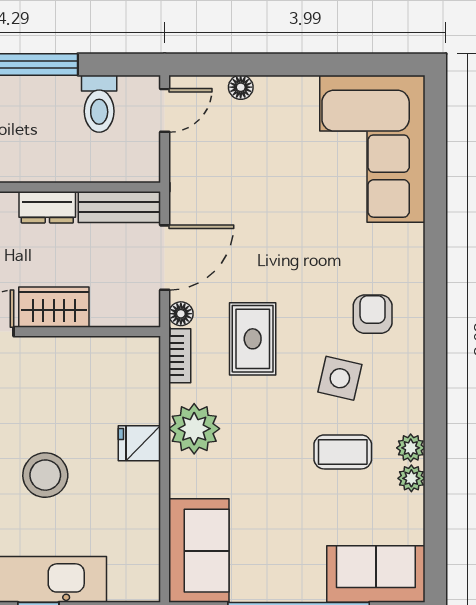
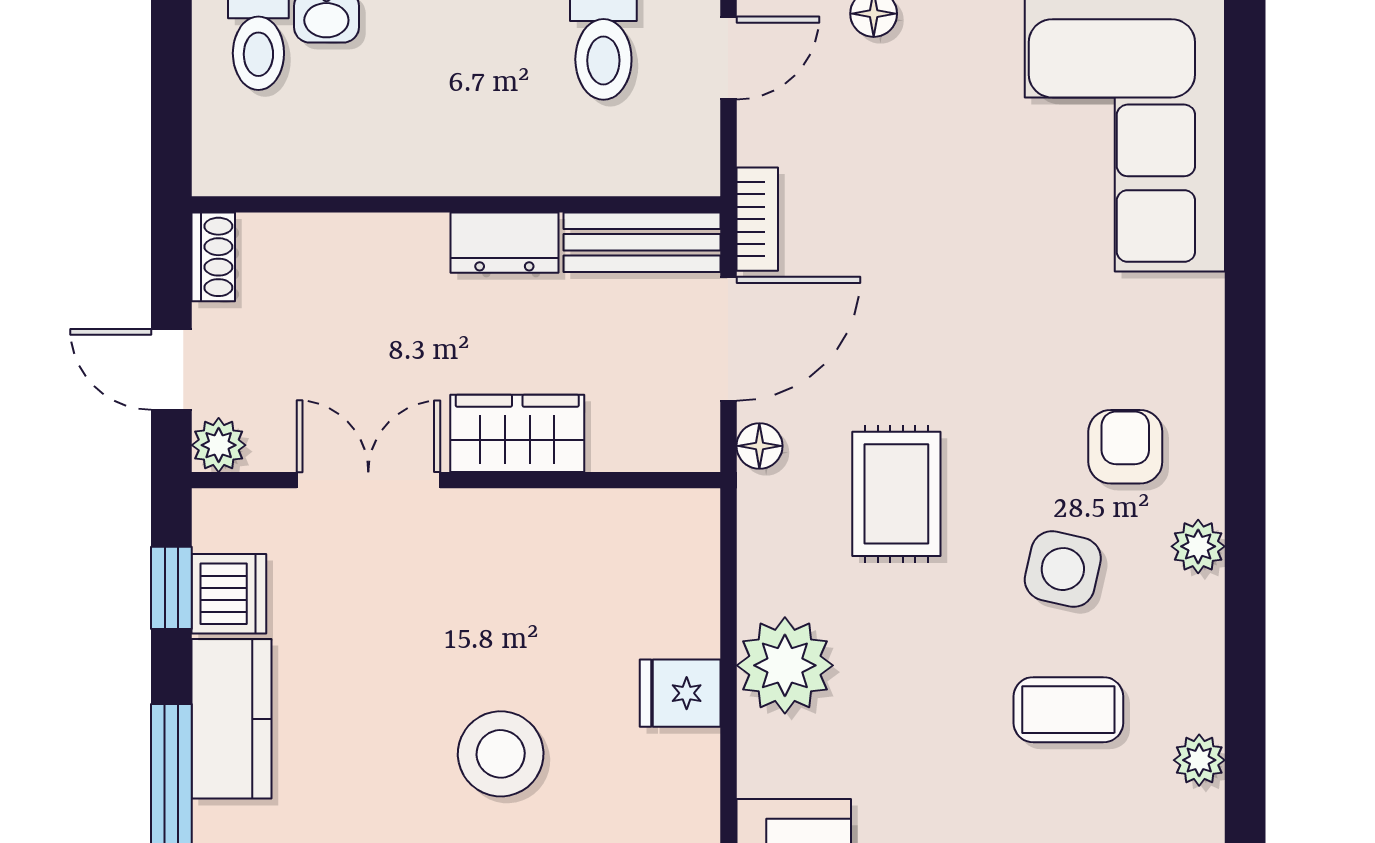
bookcase: (180, 356) -> (757, 219), moved
plant: (411, 448) -> (1198, 546), moved

